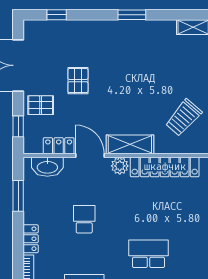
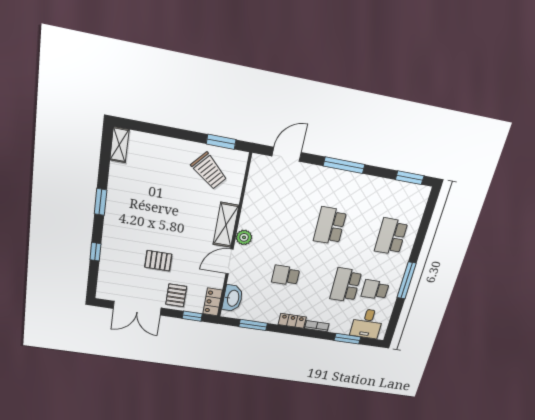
window: (57, 15) -> (95, 252), moved
locker: (59, 146) -> (213, 302), moved
locker: (165, 167) -> (253, 197), removed

